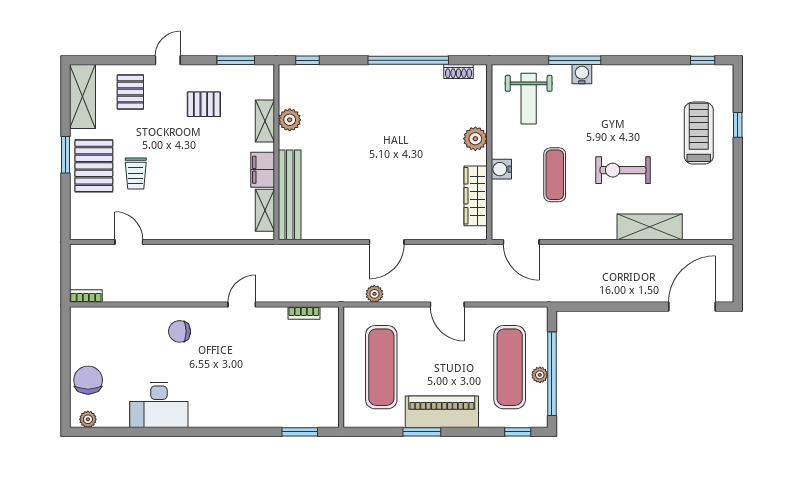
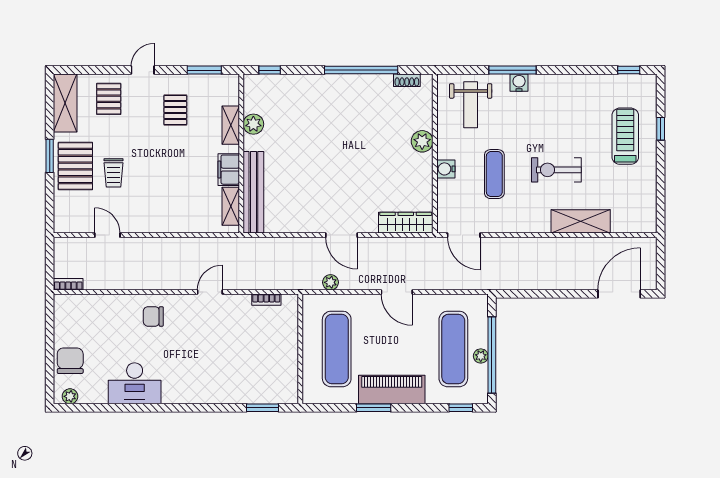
pallet: (204, 104) -> (175, 110), turned 90
wardrobe: (476, 196) -> (406, 223), moved, turned 90
door: (387, 242) -> (342, 235), hinge flipped

